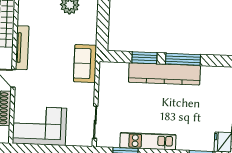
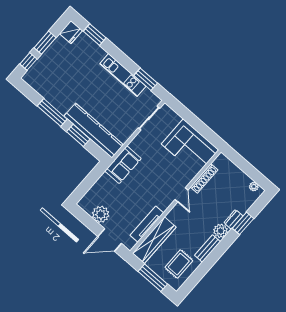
tv unit: (22, 48) -> (147, 224), moved
kitchen counter: (164, 74) -> (94, 131), moved

